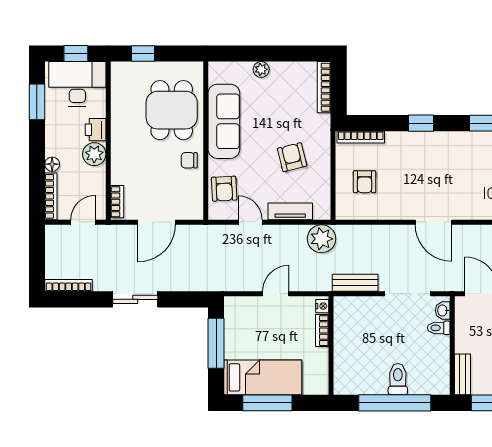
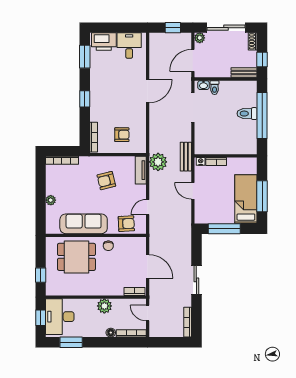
printer: (96, 130) -> (89, 305), removed
tv unit: (290, 211) -> (141, 170), moved
bench: (355, 283) -> (186, 157), moved

